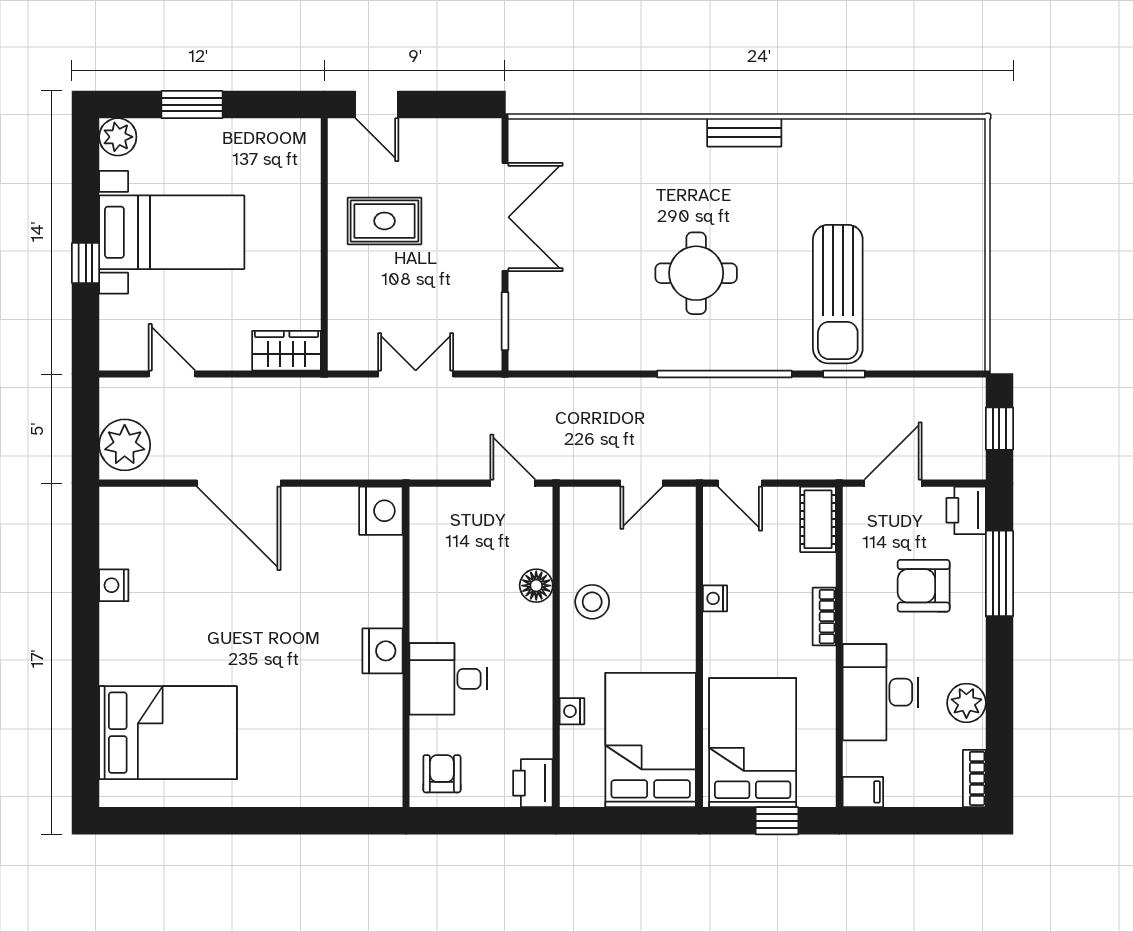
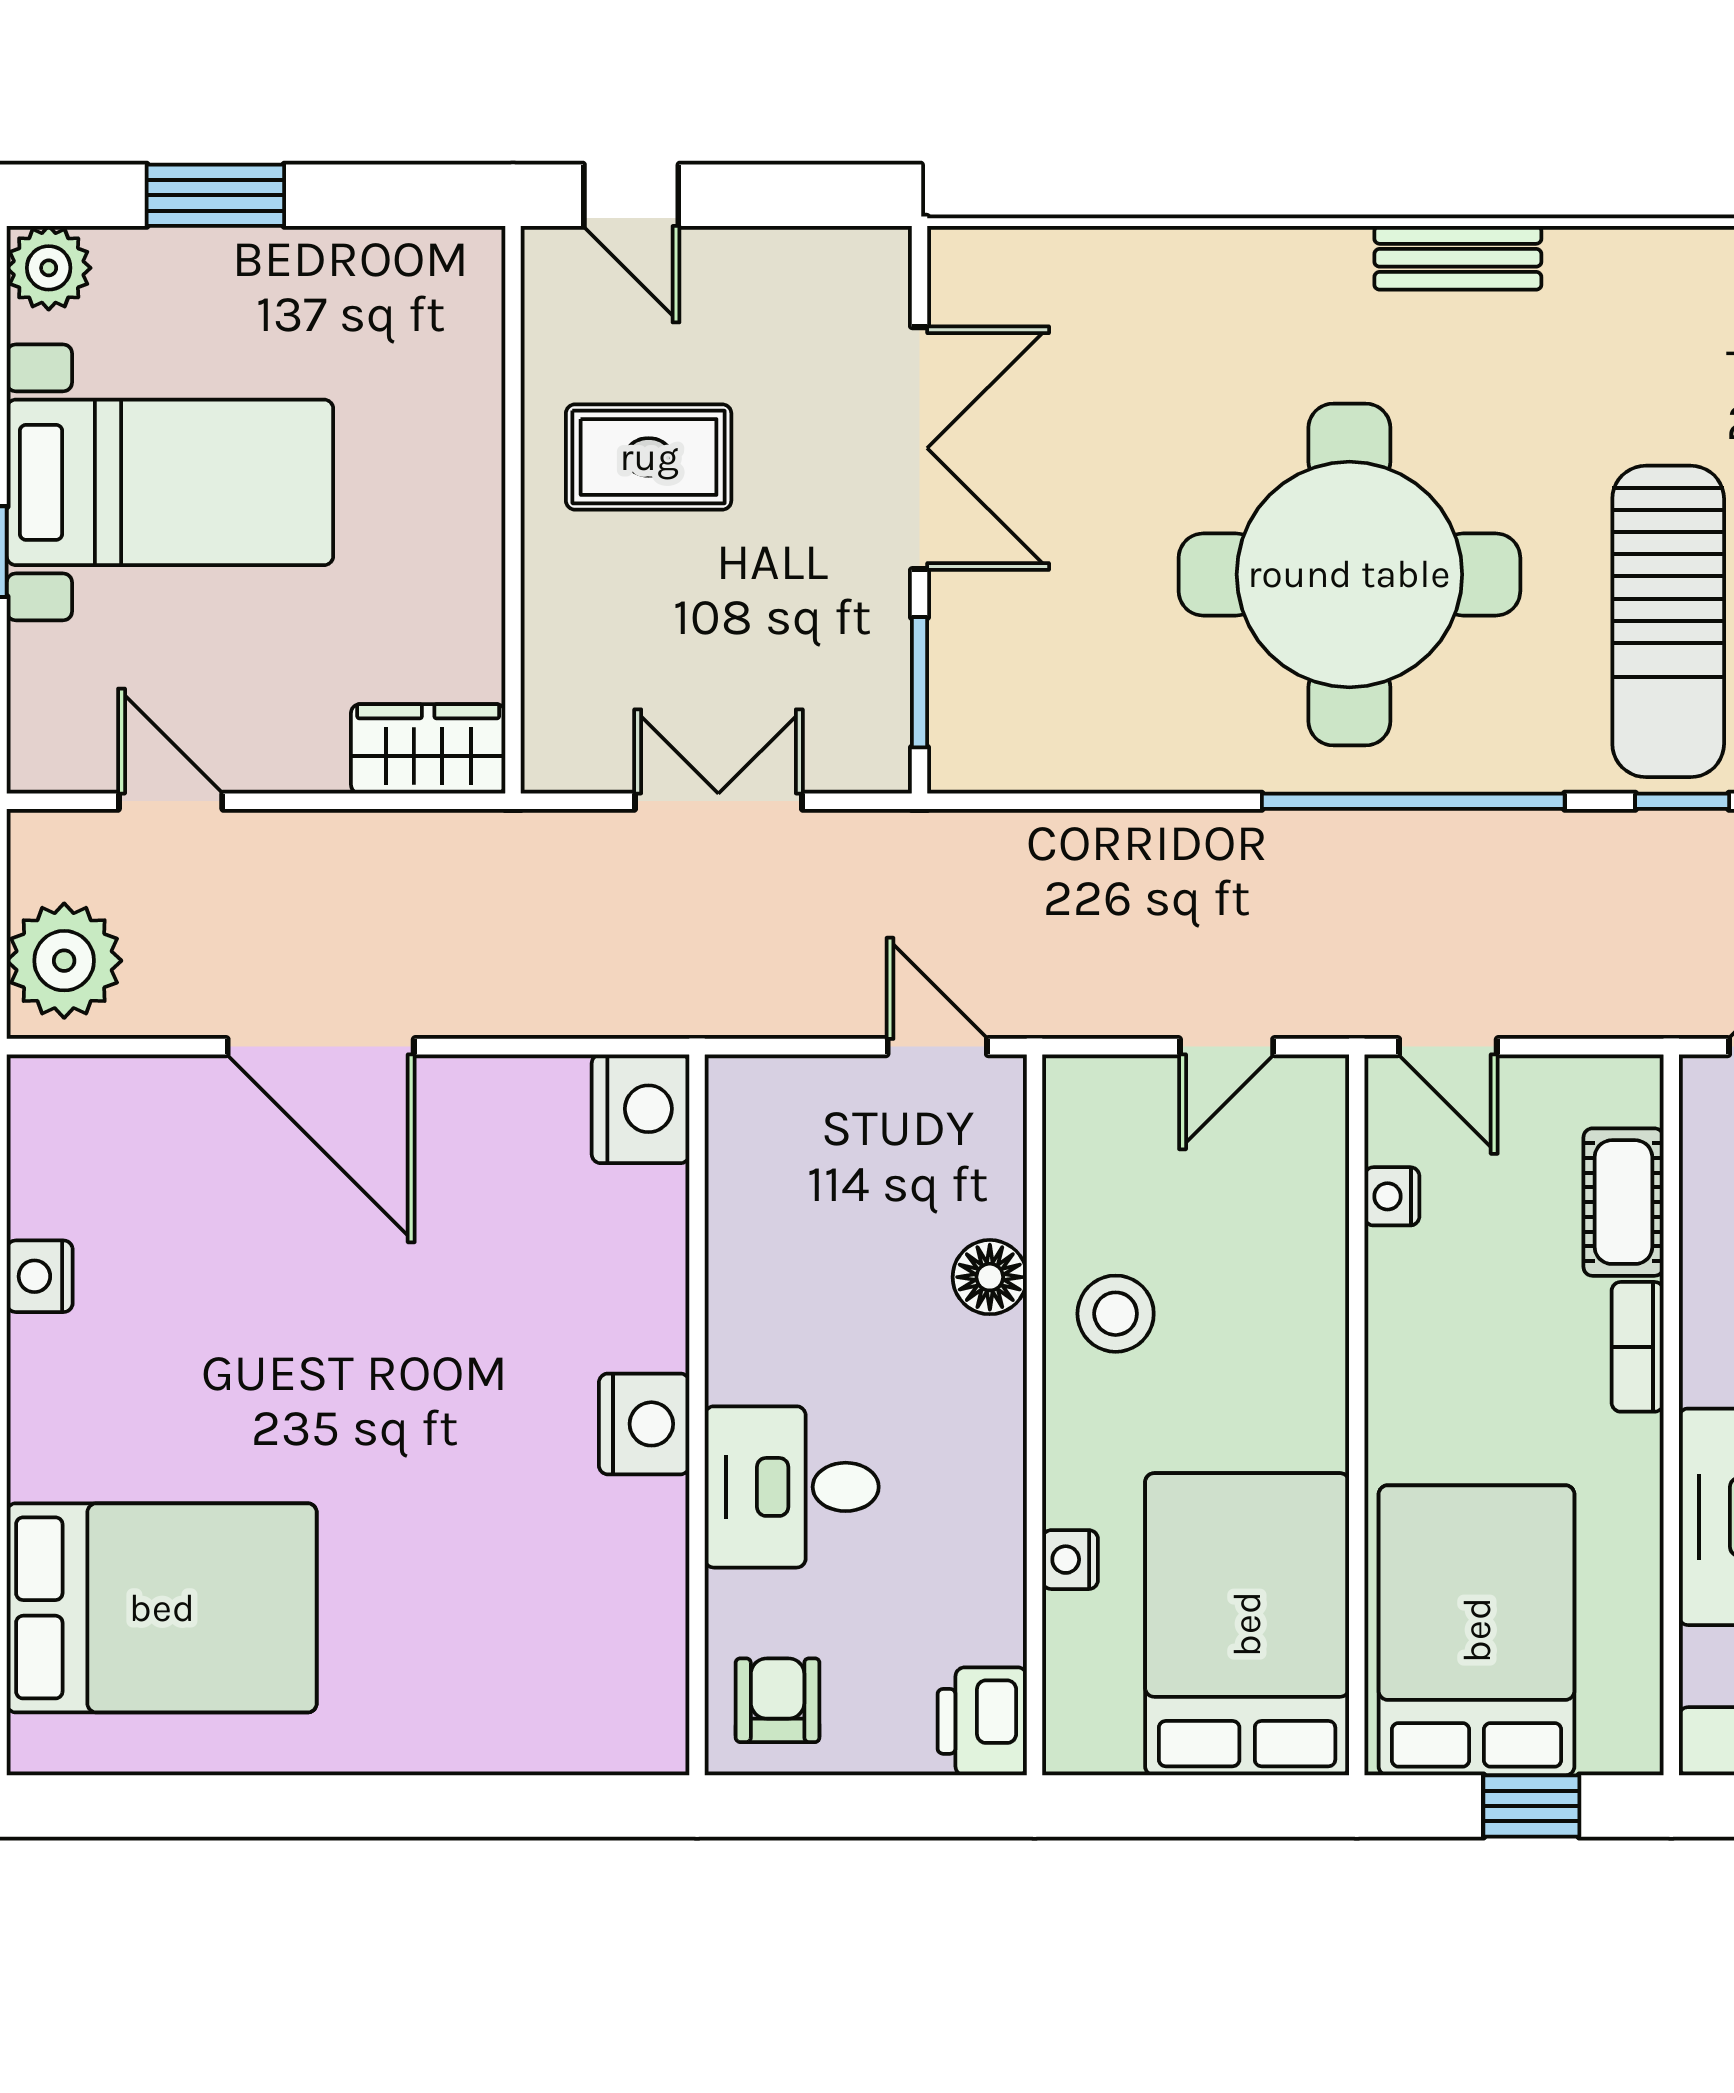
round table: (696, 273) -> (1349, 574), width x1.86, depth x1.86
cot: (818, 519) -> (1623, 1202), moved
nightstand: (715, 598) -> (1392, 1196), moved

